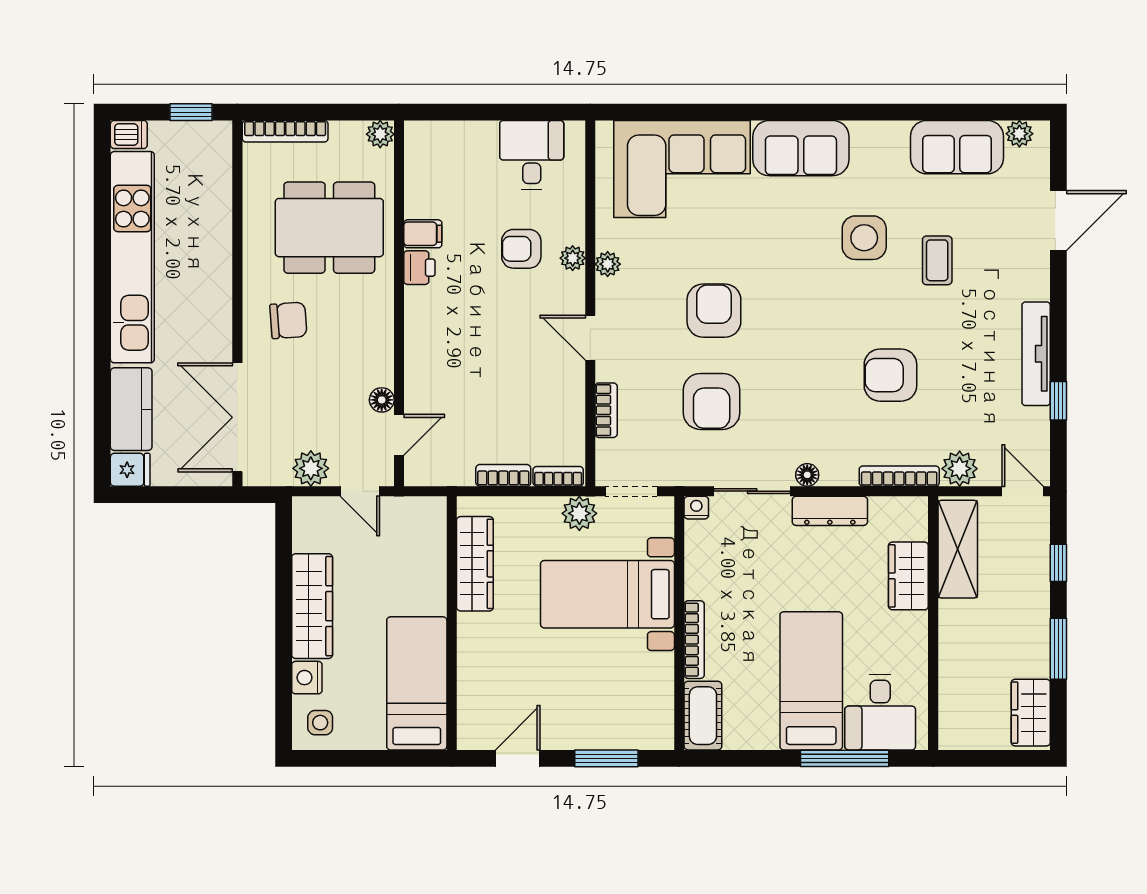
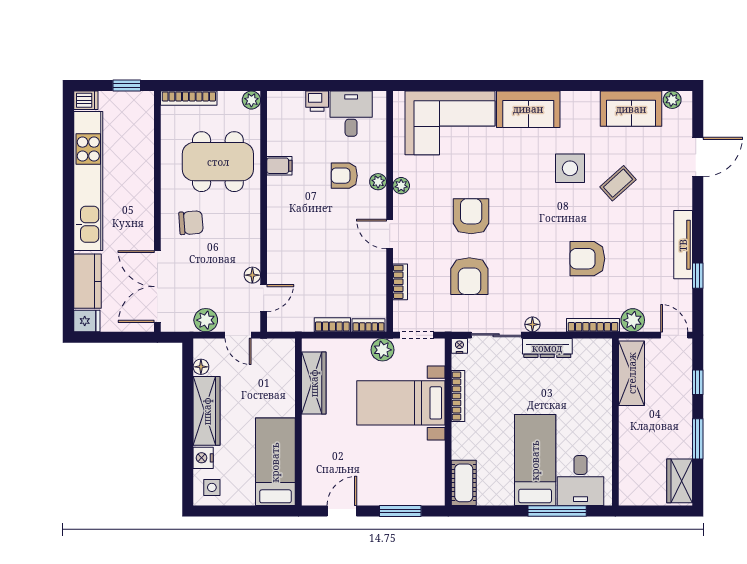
coffee table: (937, 260) -> (618, 183), turned 48
printer: (419, 268) -> (317, 101), moved, turned 90
floor lamp: (304, 539) -> (201, 367), added
wardrobe: (908, 576) -> (599, 391), removed
bookcase: (694, 640) -> (458, 396), moved

